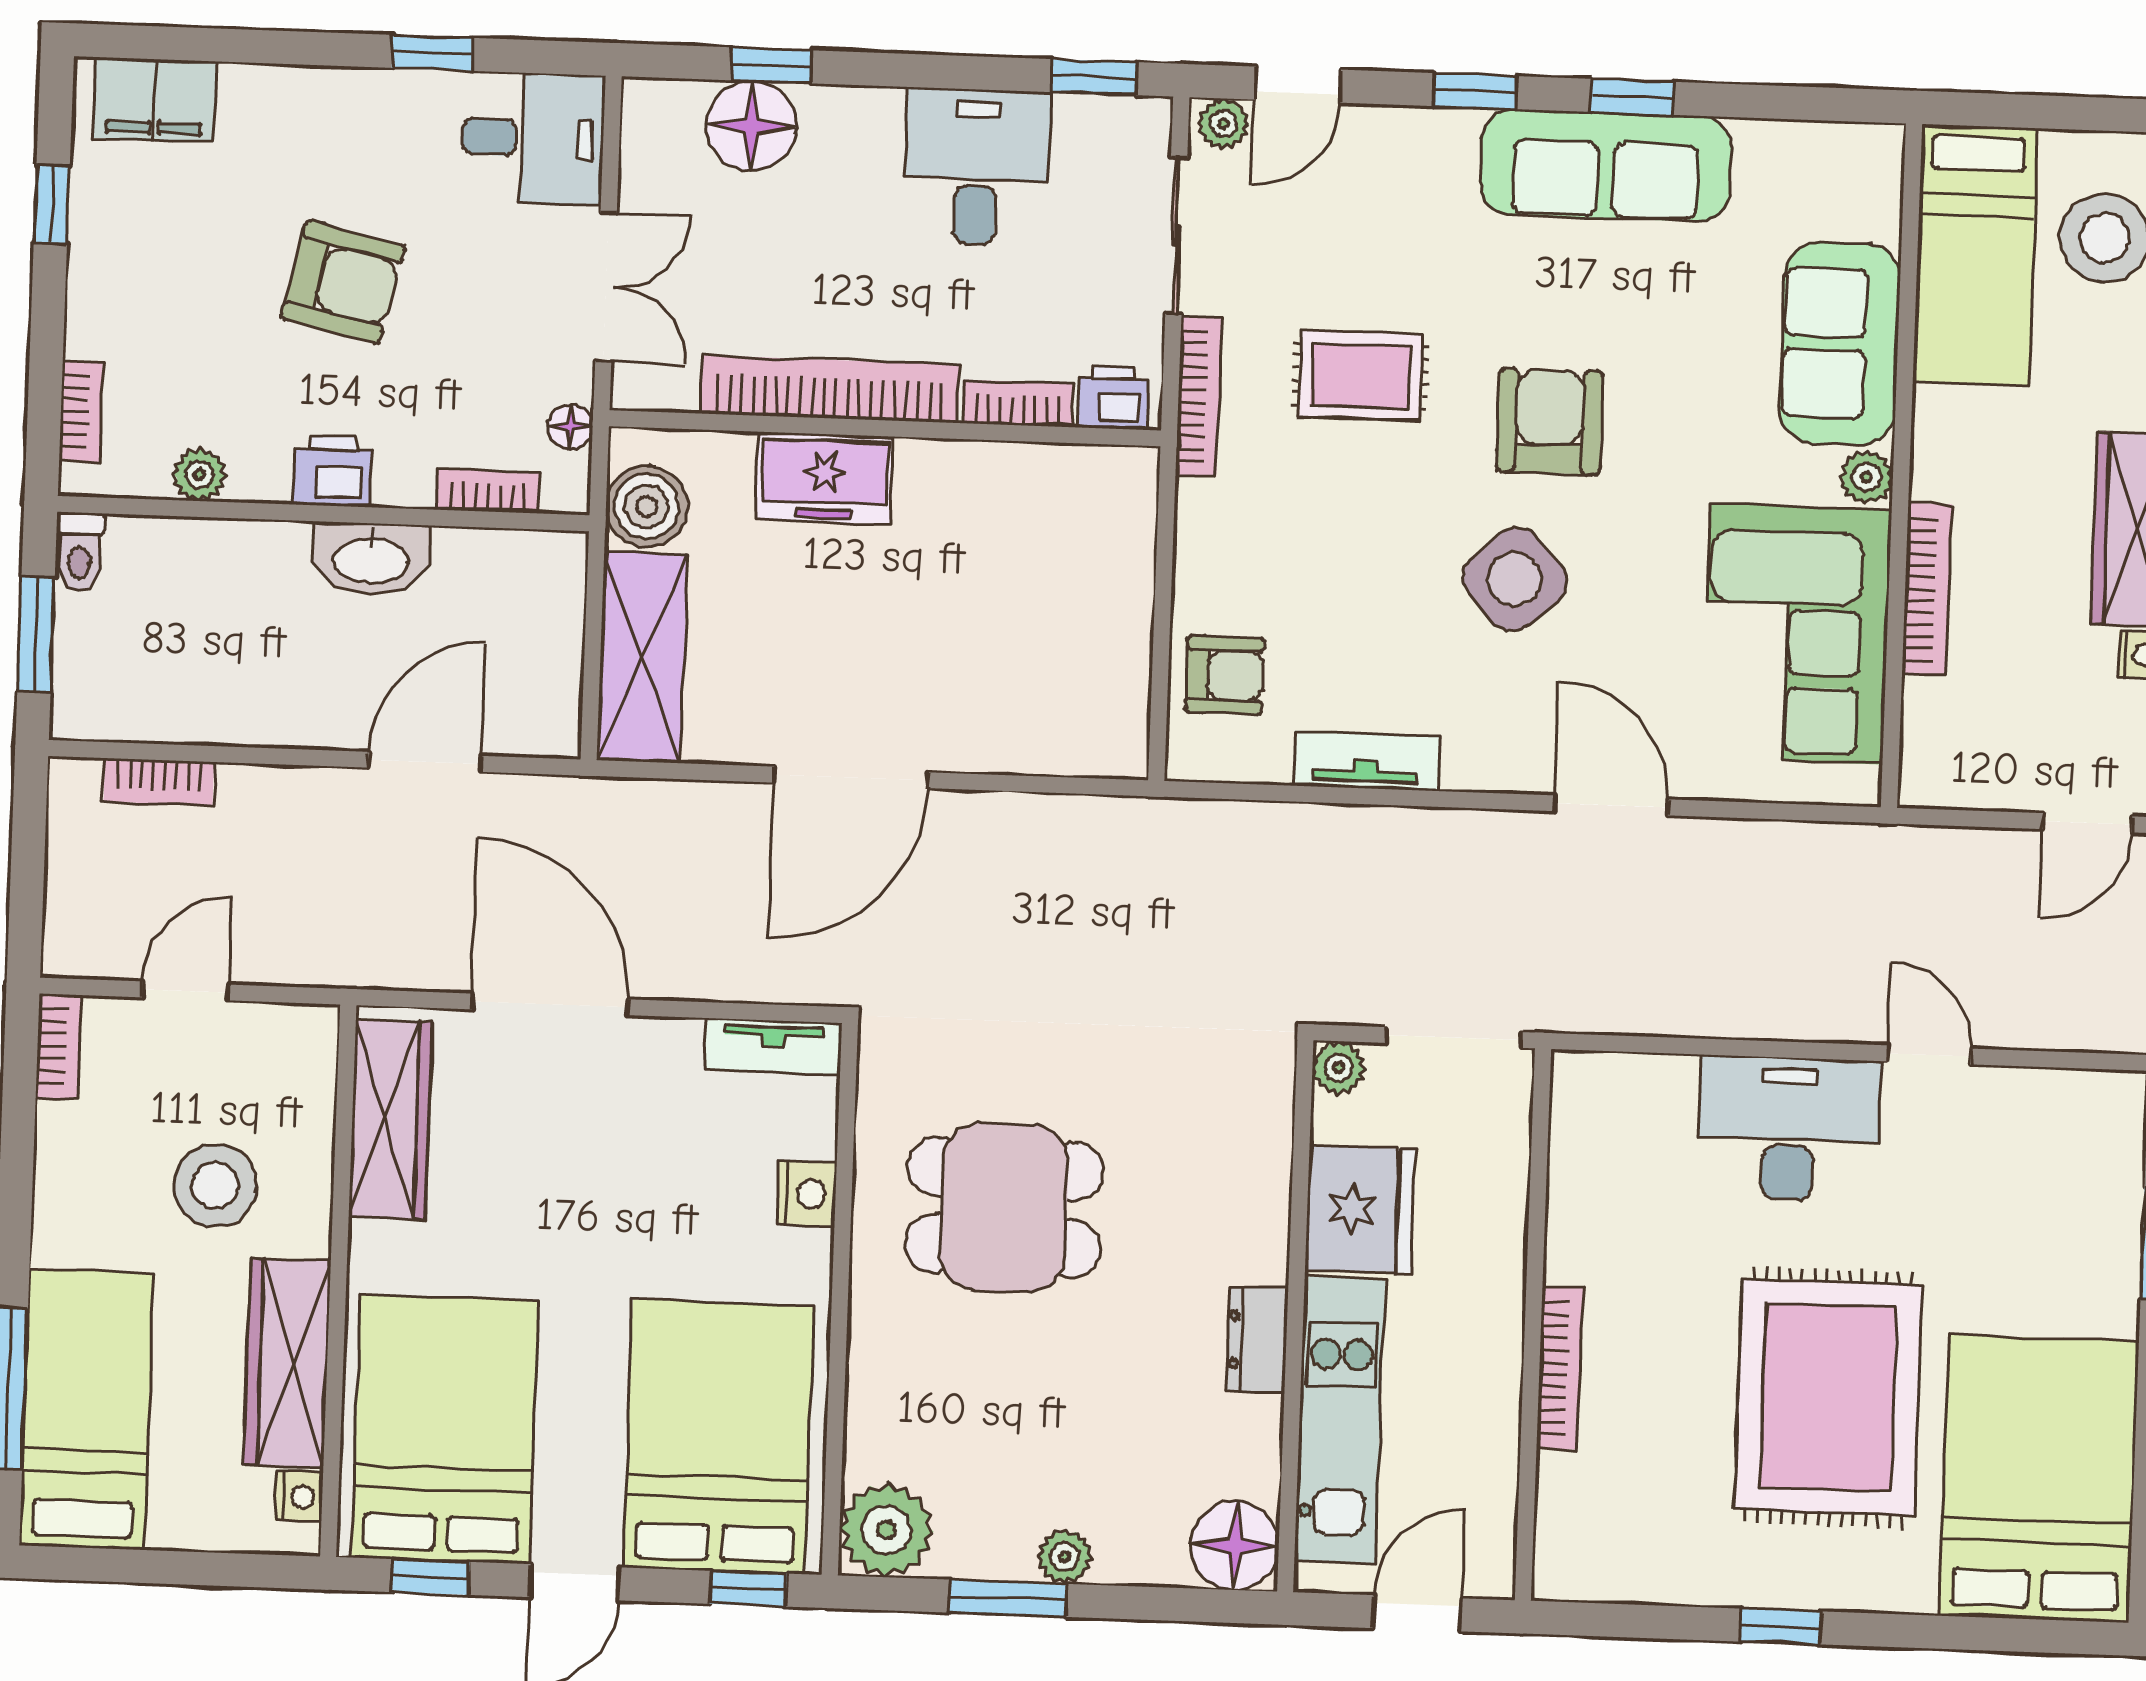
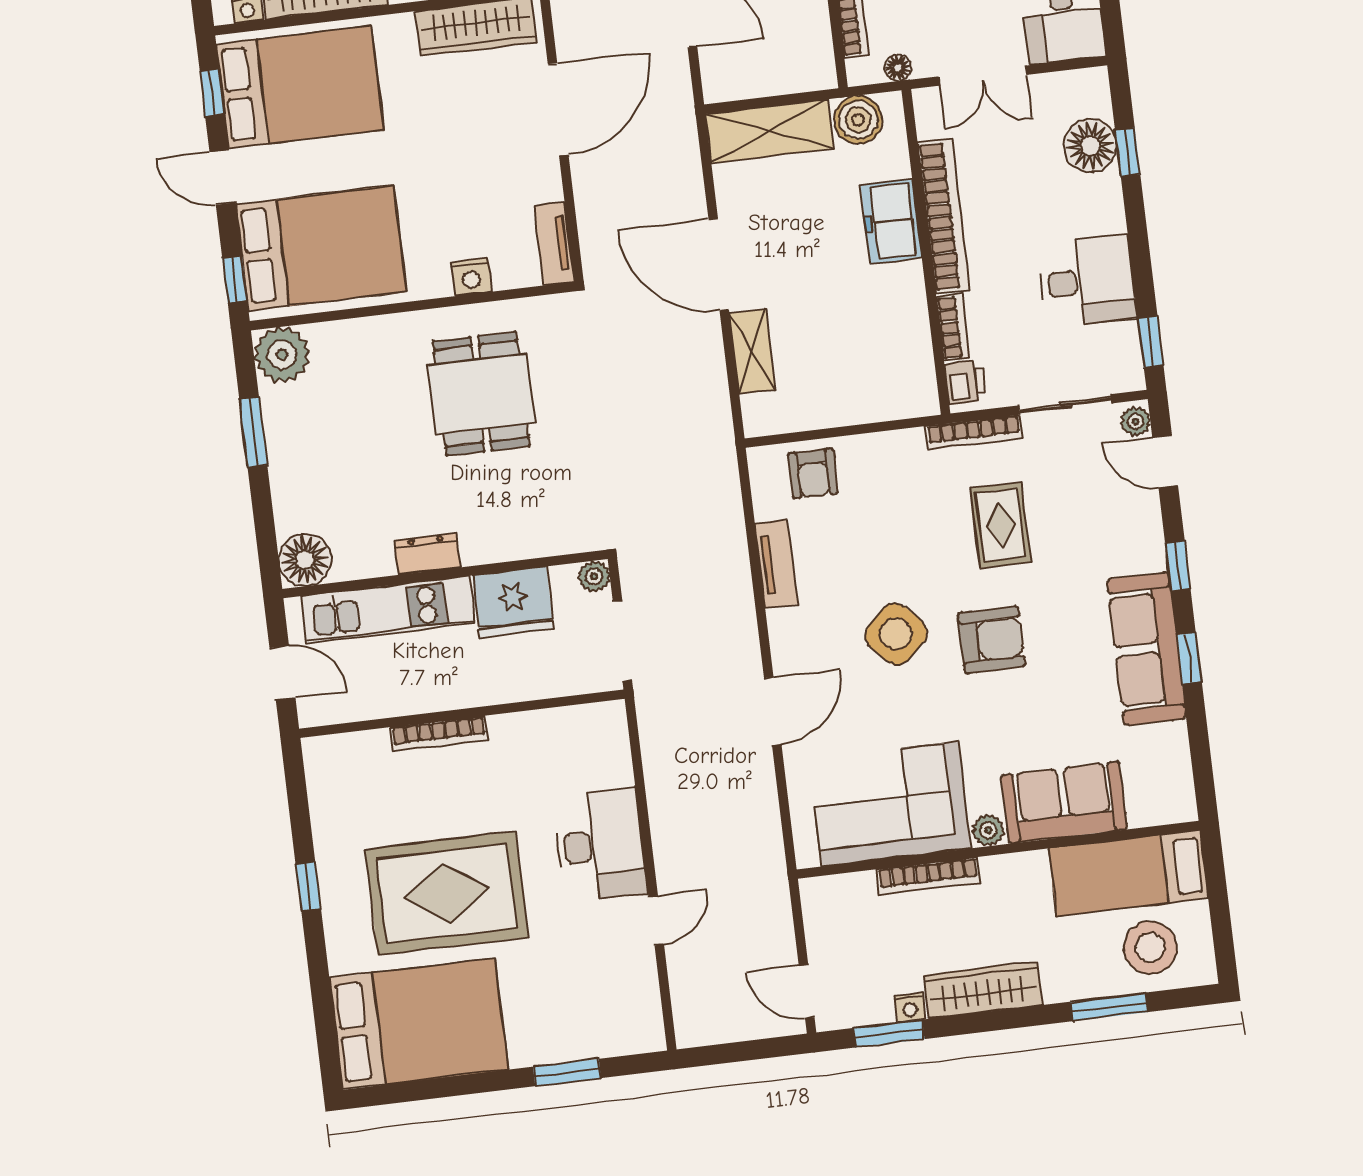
shelving: (1005, 744) -> (752, 351), added
plant: (1065, 1557) -> (283, 461), removed

